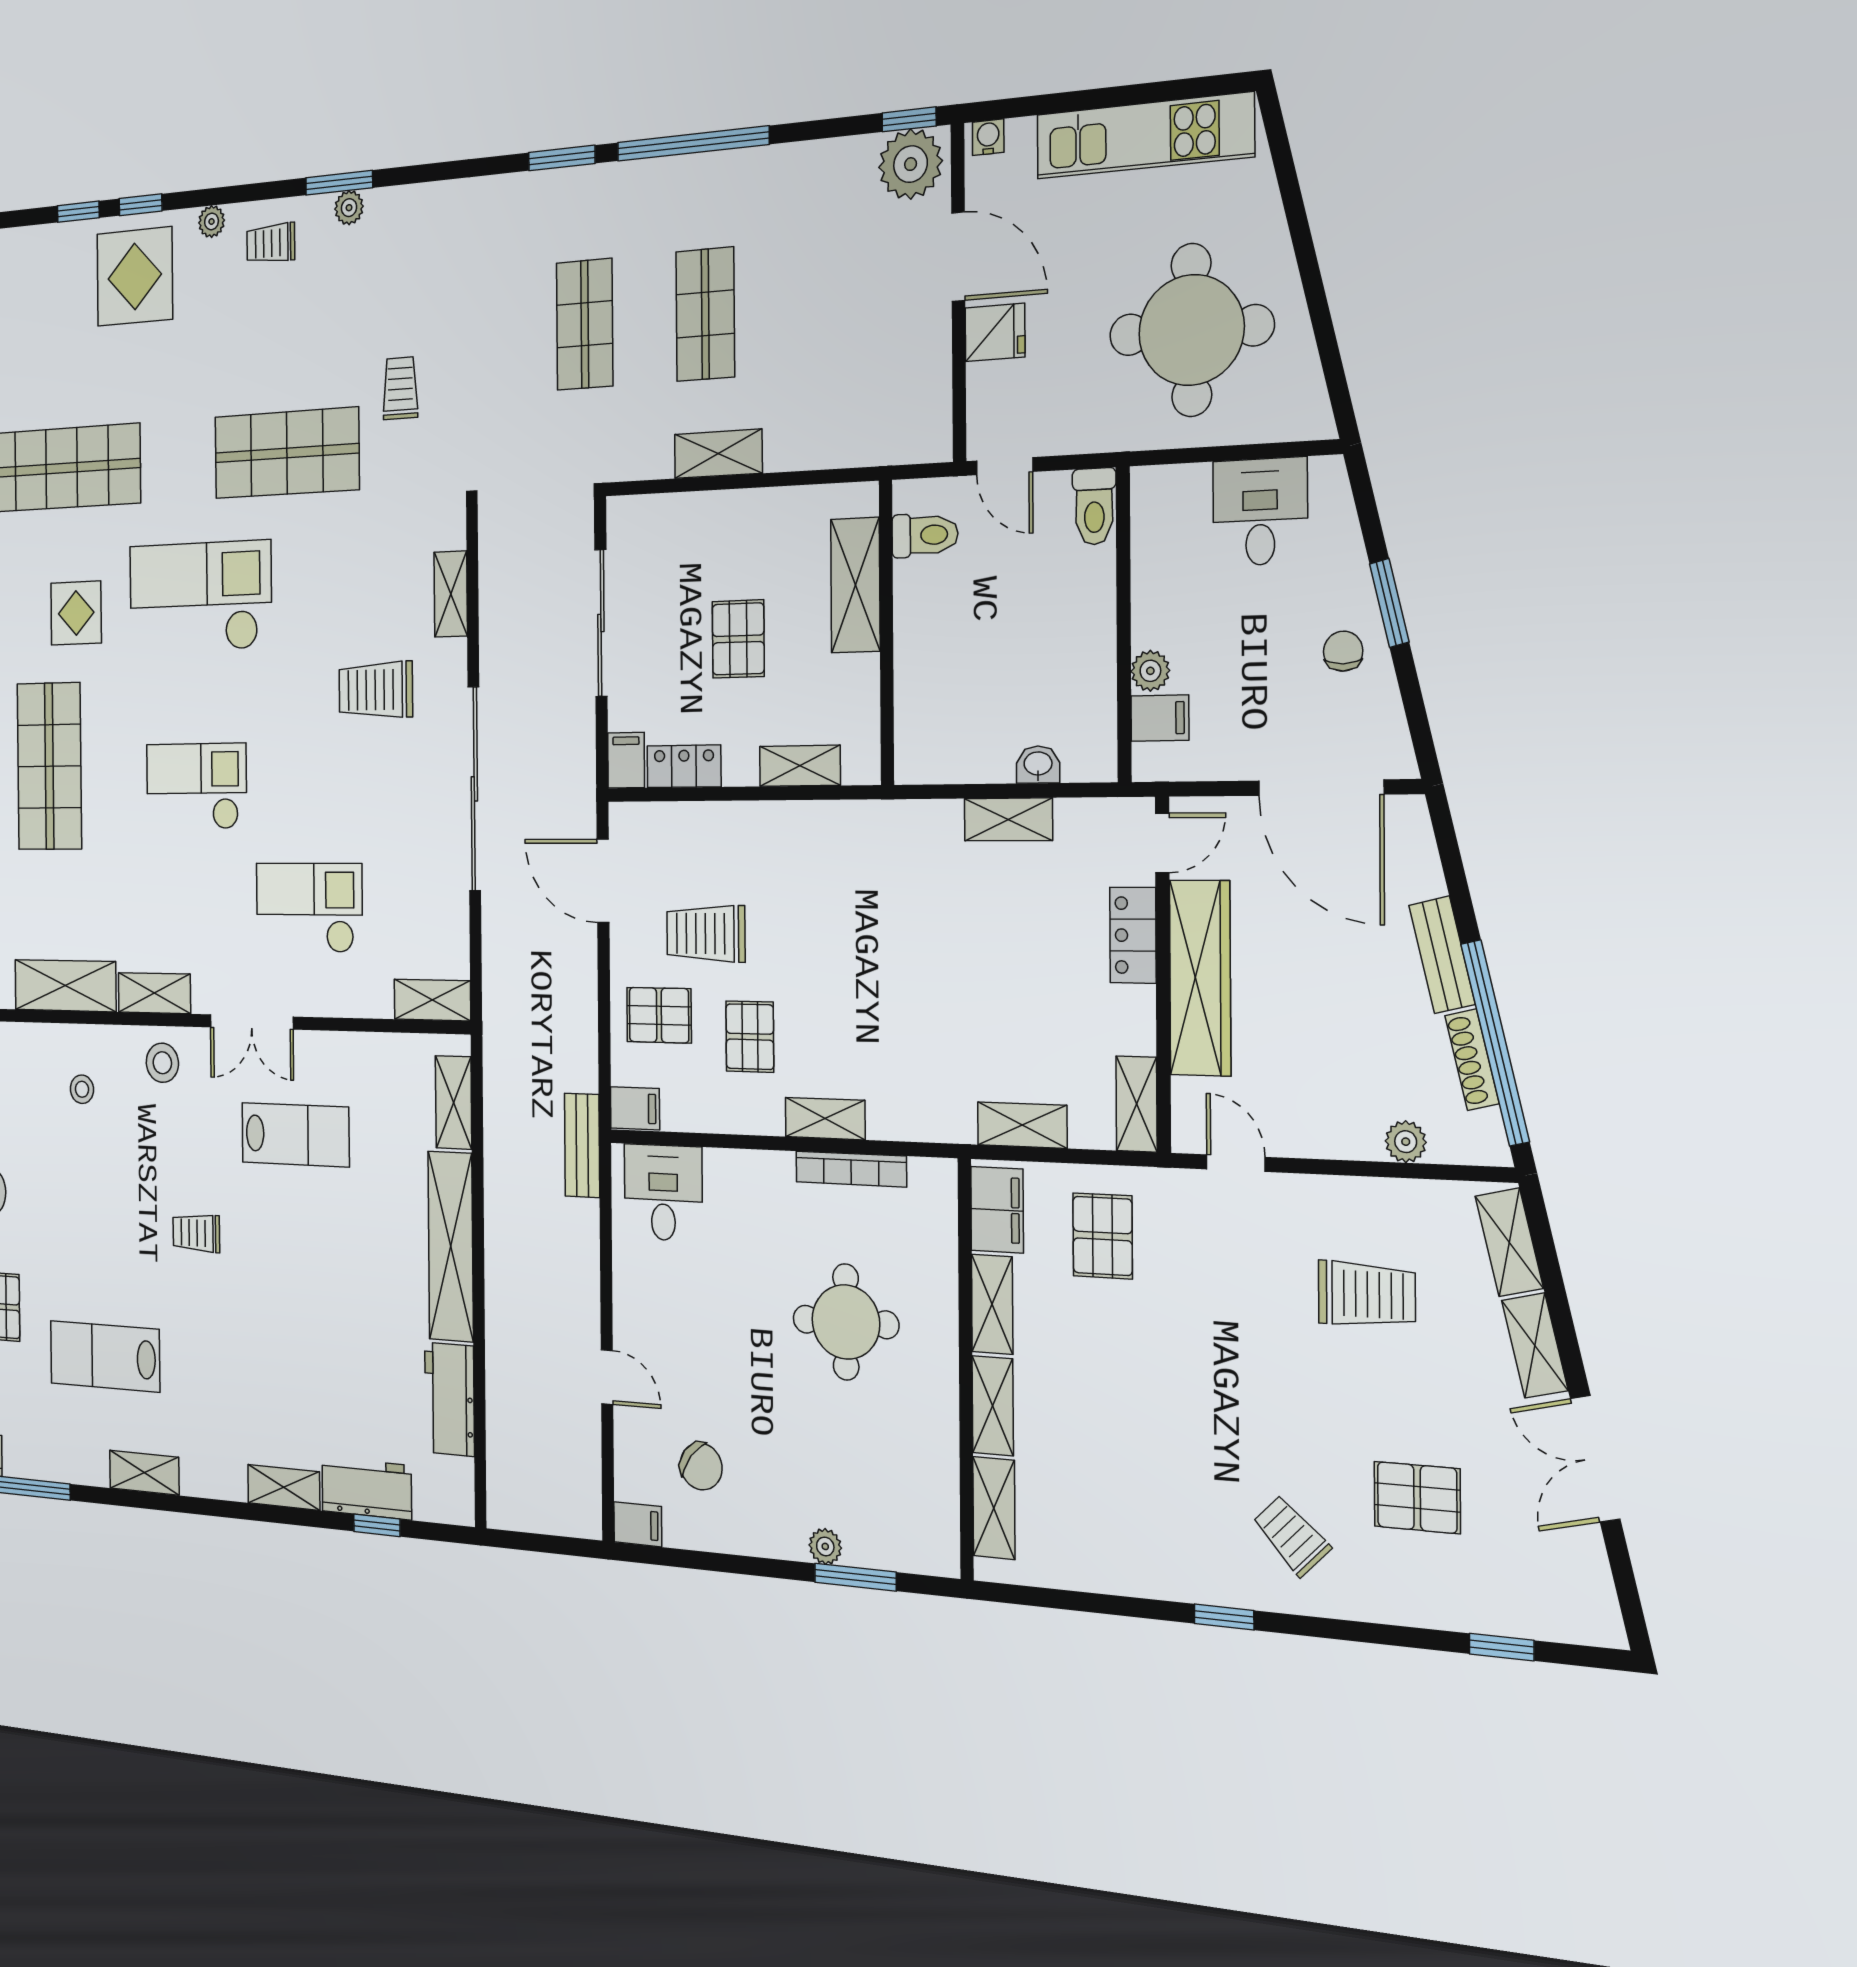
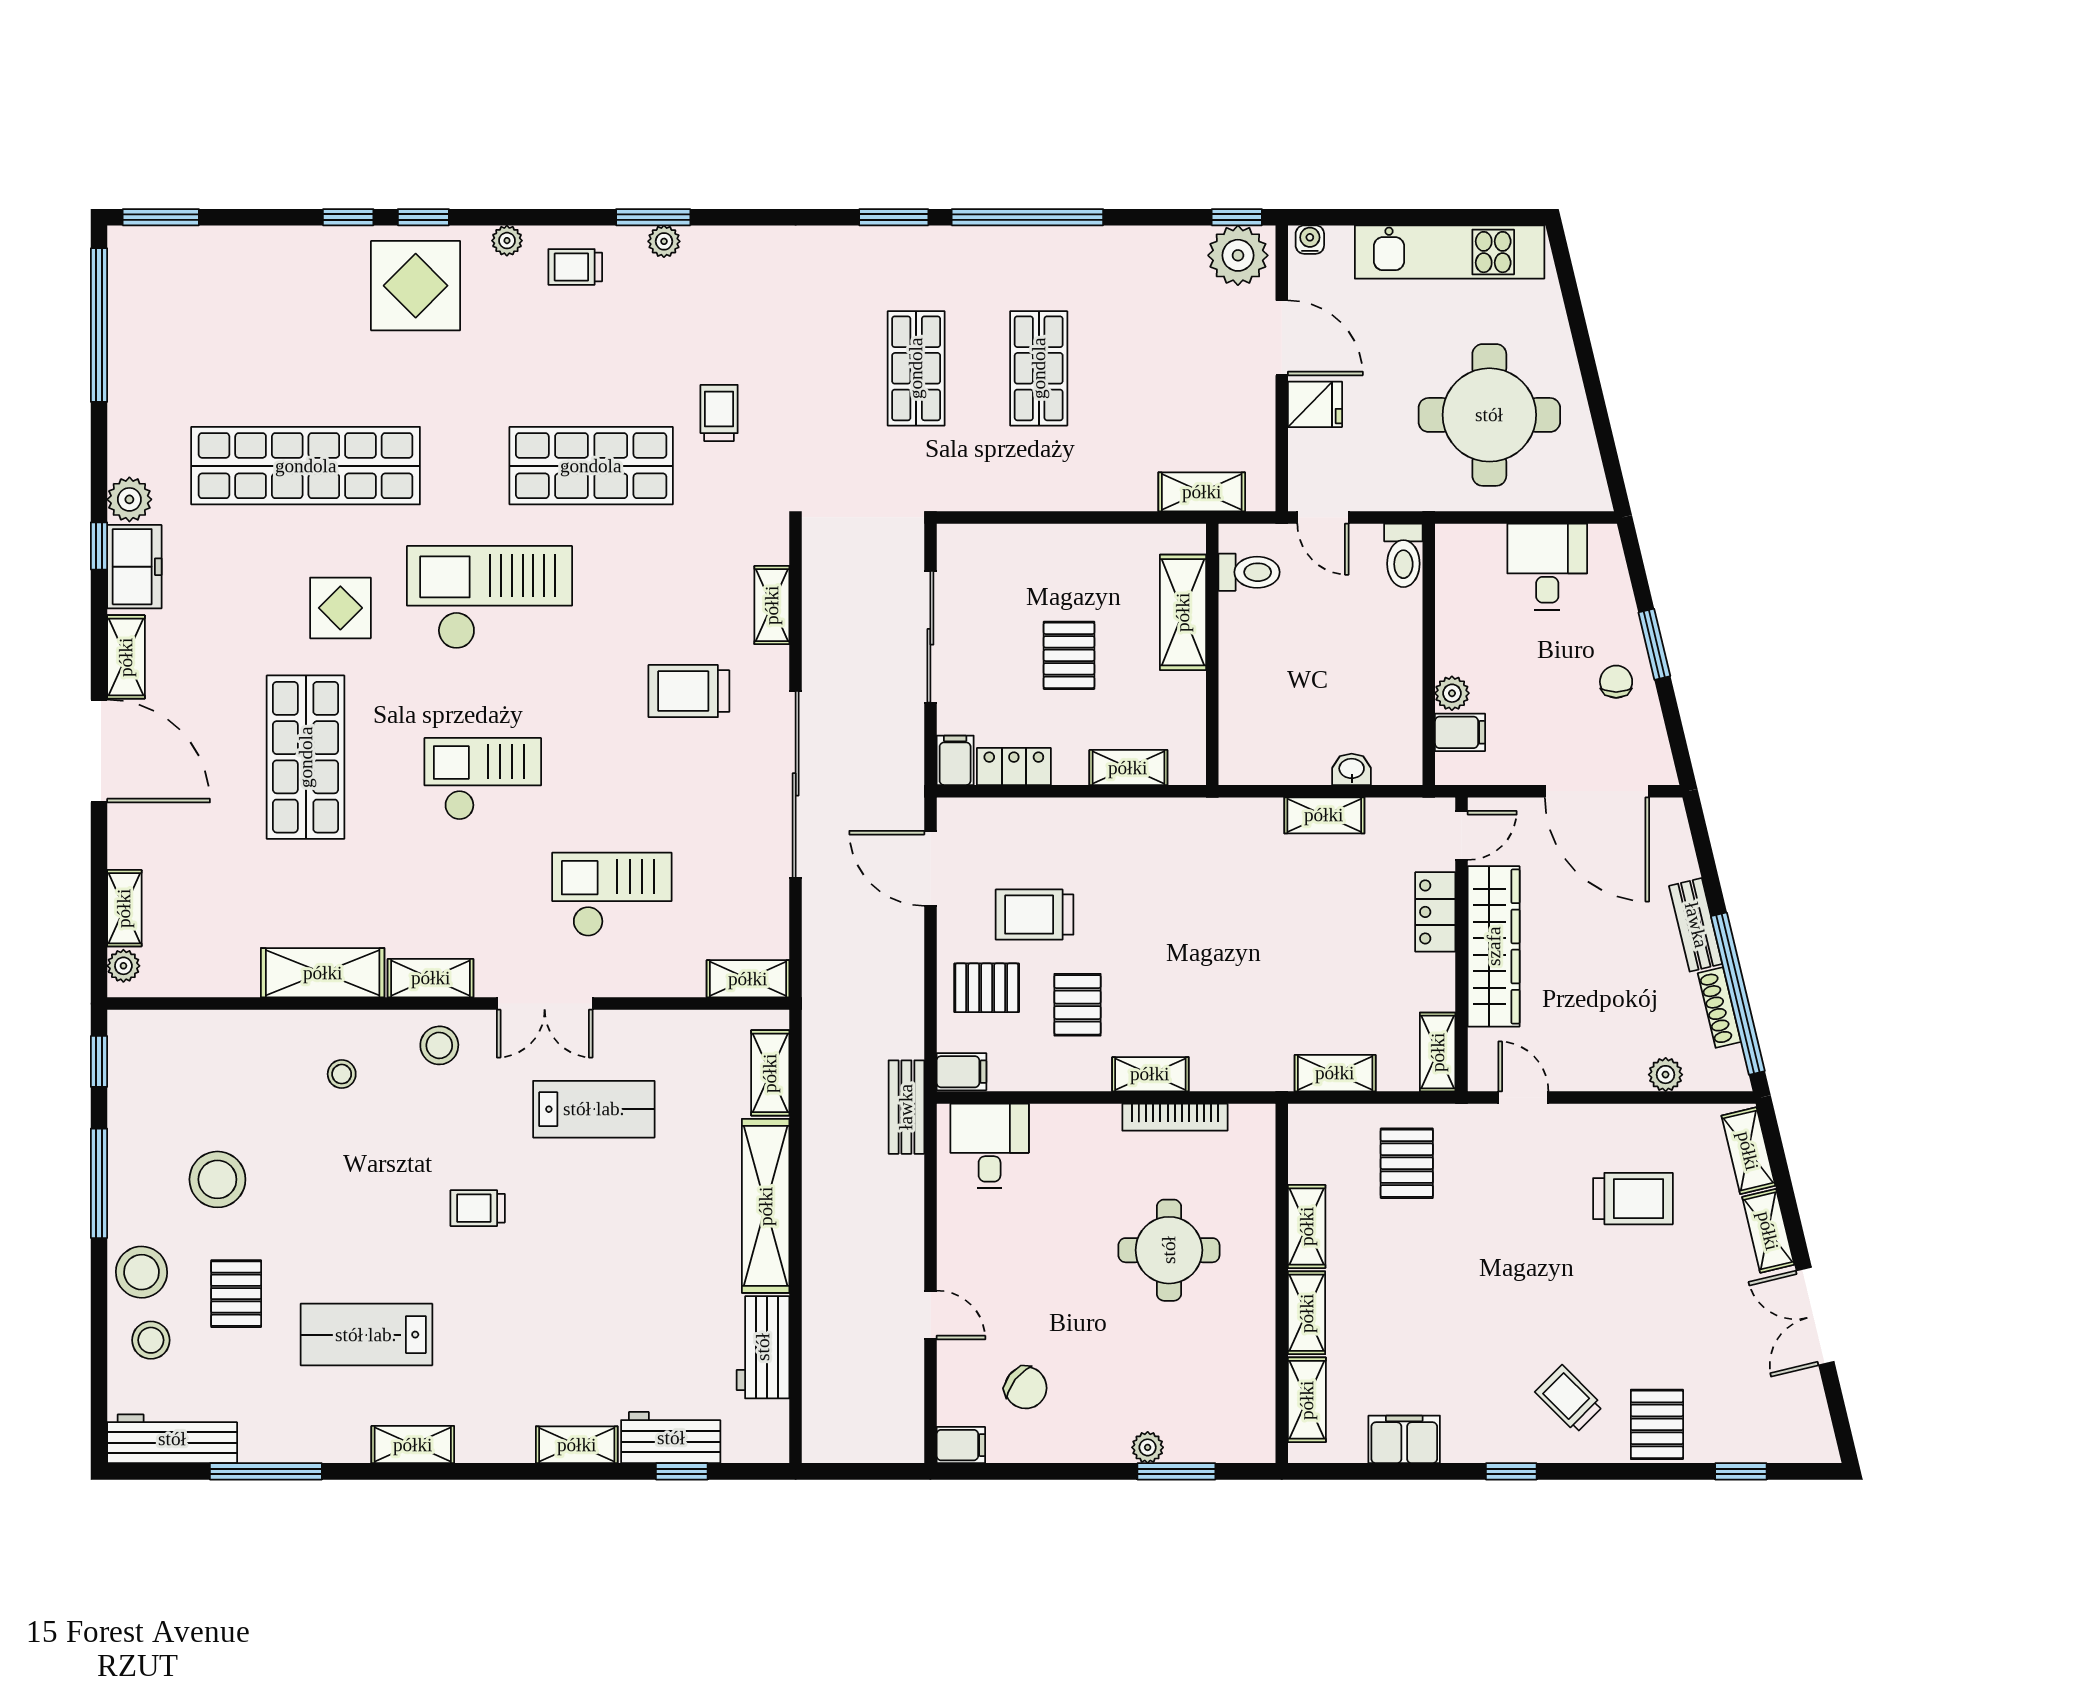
shelving: (718, 454) -> (1202, 492), moved
filing cabinet: (997, 1210) -> (1404, 1439), moved, turned -90
pallet: (1417, 1498) -> (1657, 1424), moved, turned 90

